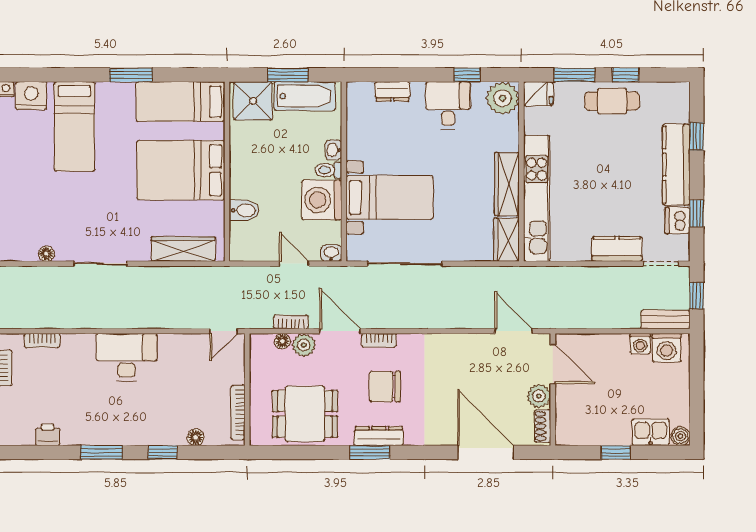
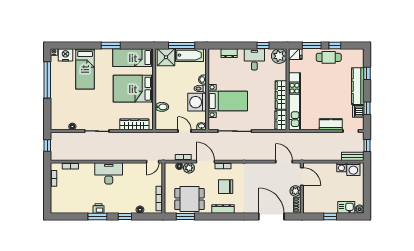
window: (288, 75) -> (182, 45), width x1.44
printer: (48, 435) -> (99, 209), moved
window: (370, 452) -> (185, 217), moved

